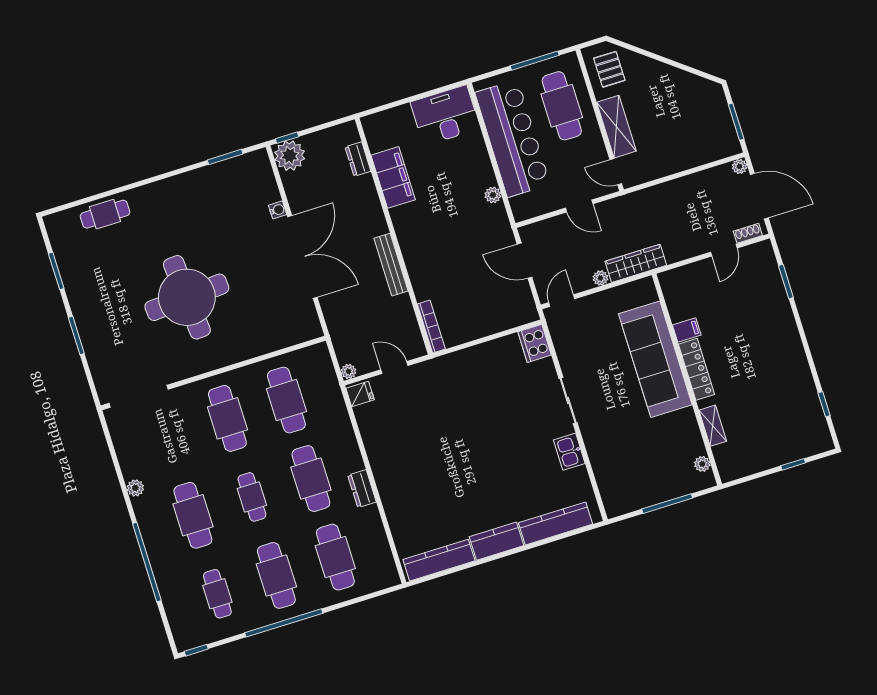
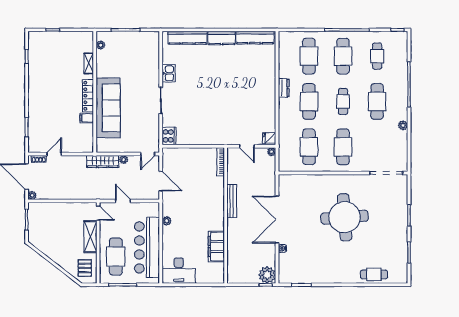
dresser: (358, 159) -> (232, 262), removed

